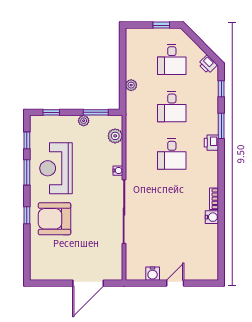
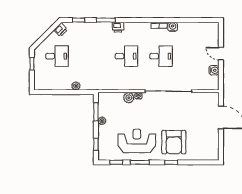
desk: (172, 107) -> (161, 56), moved
plant: (115, 136) -> (129, 98), moved
reception desk: (56, 168) -> (137, 141), turned 180

